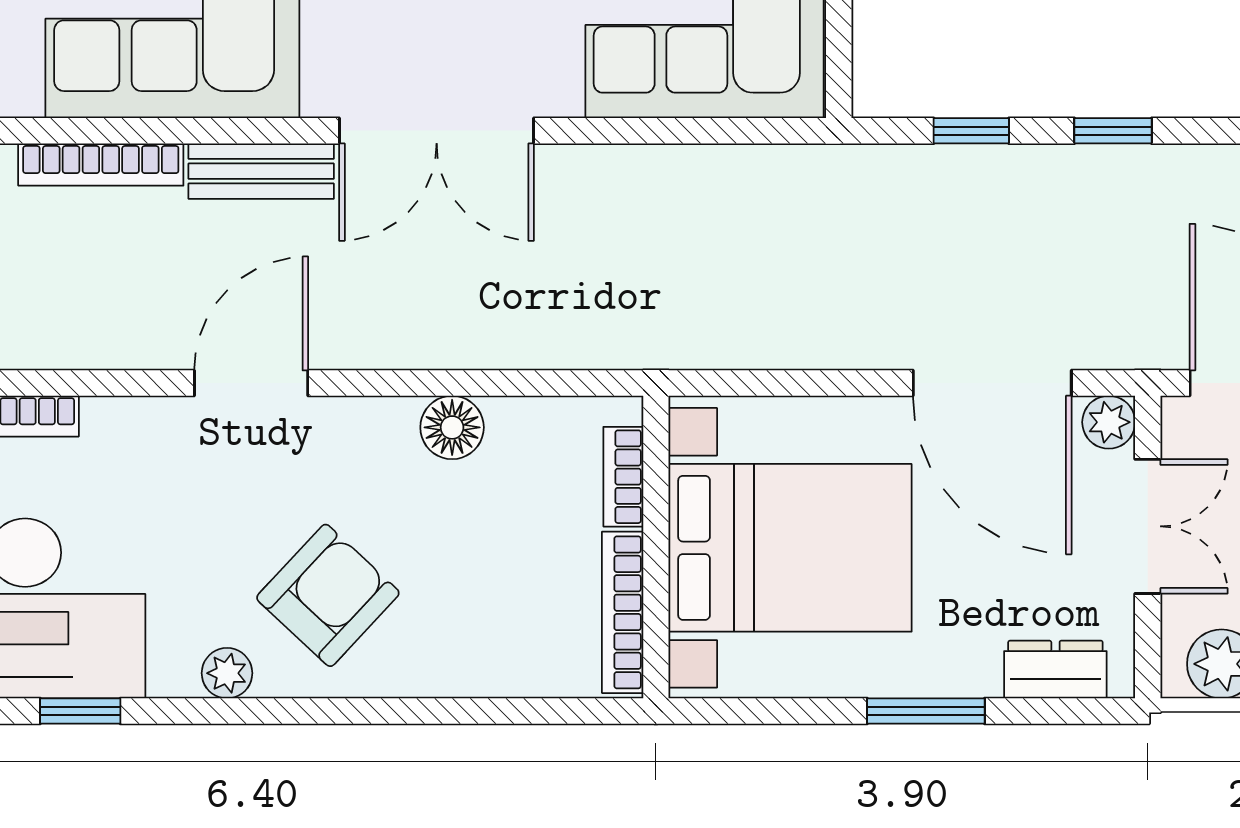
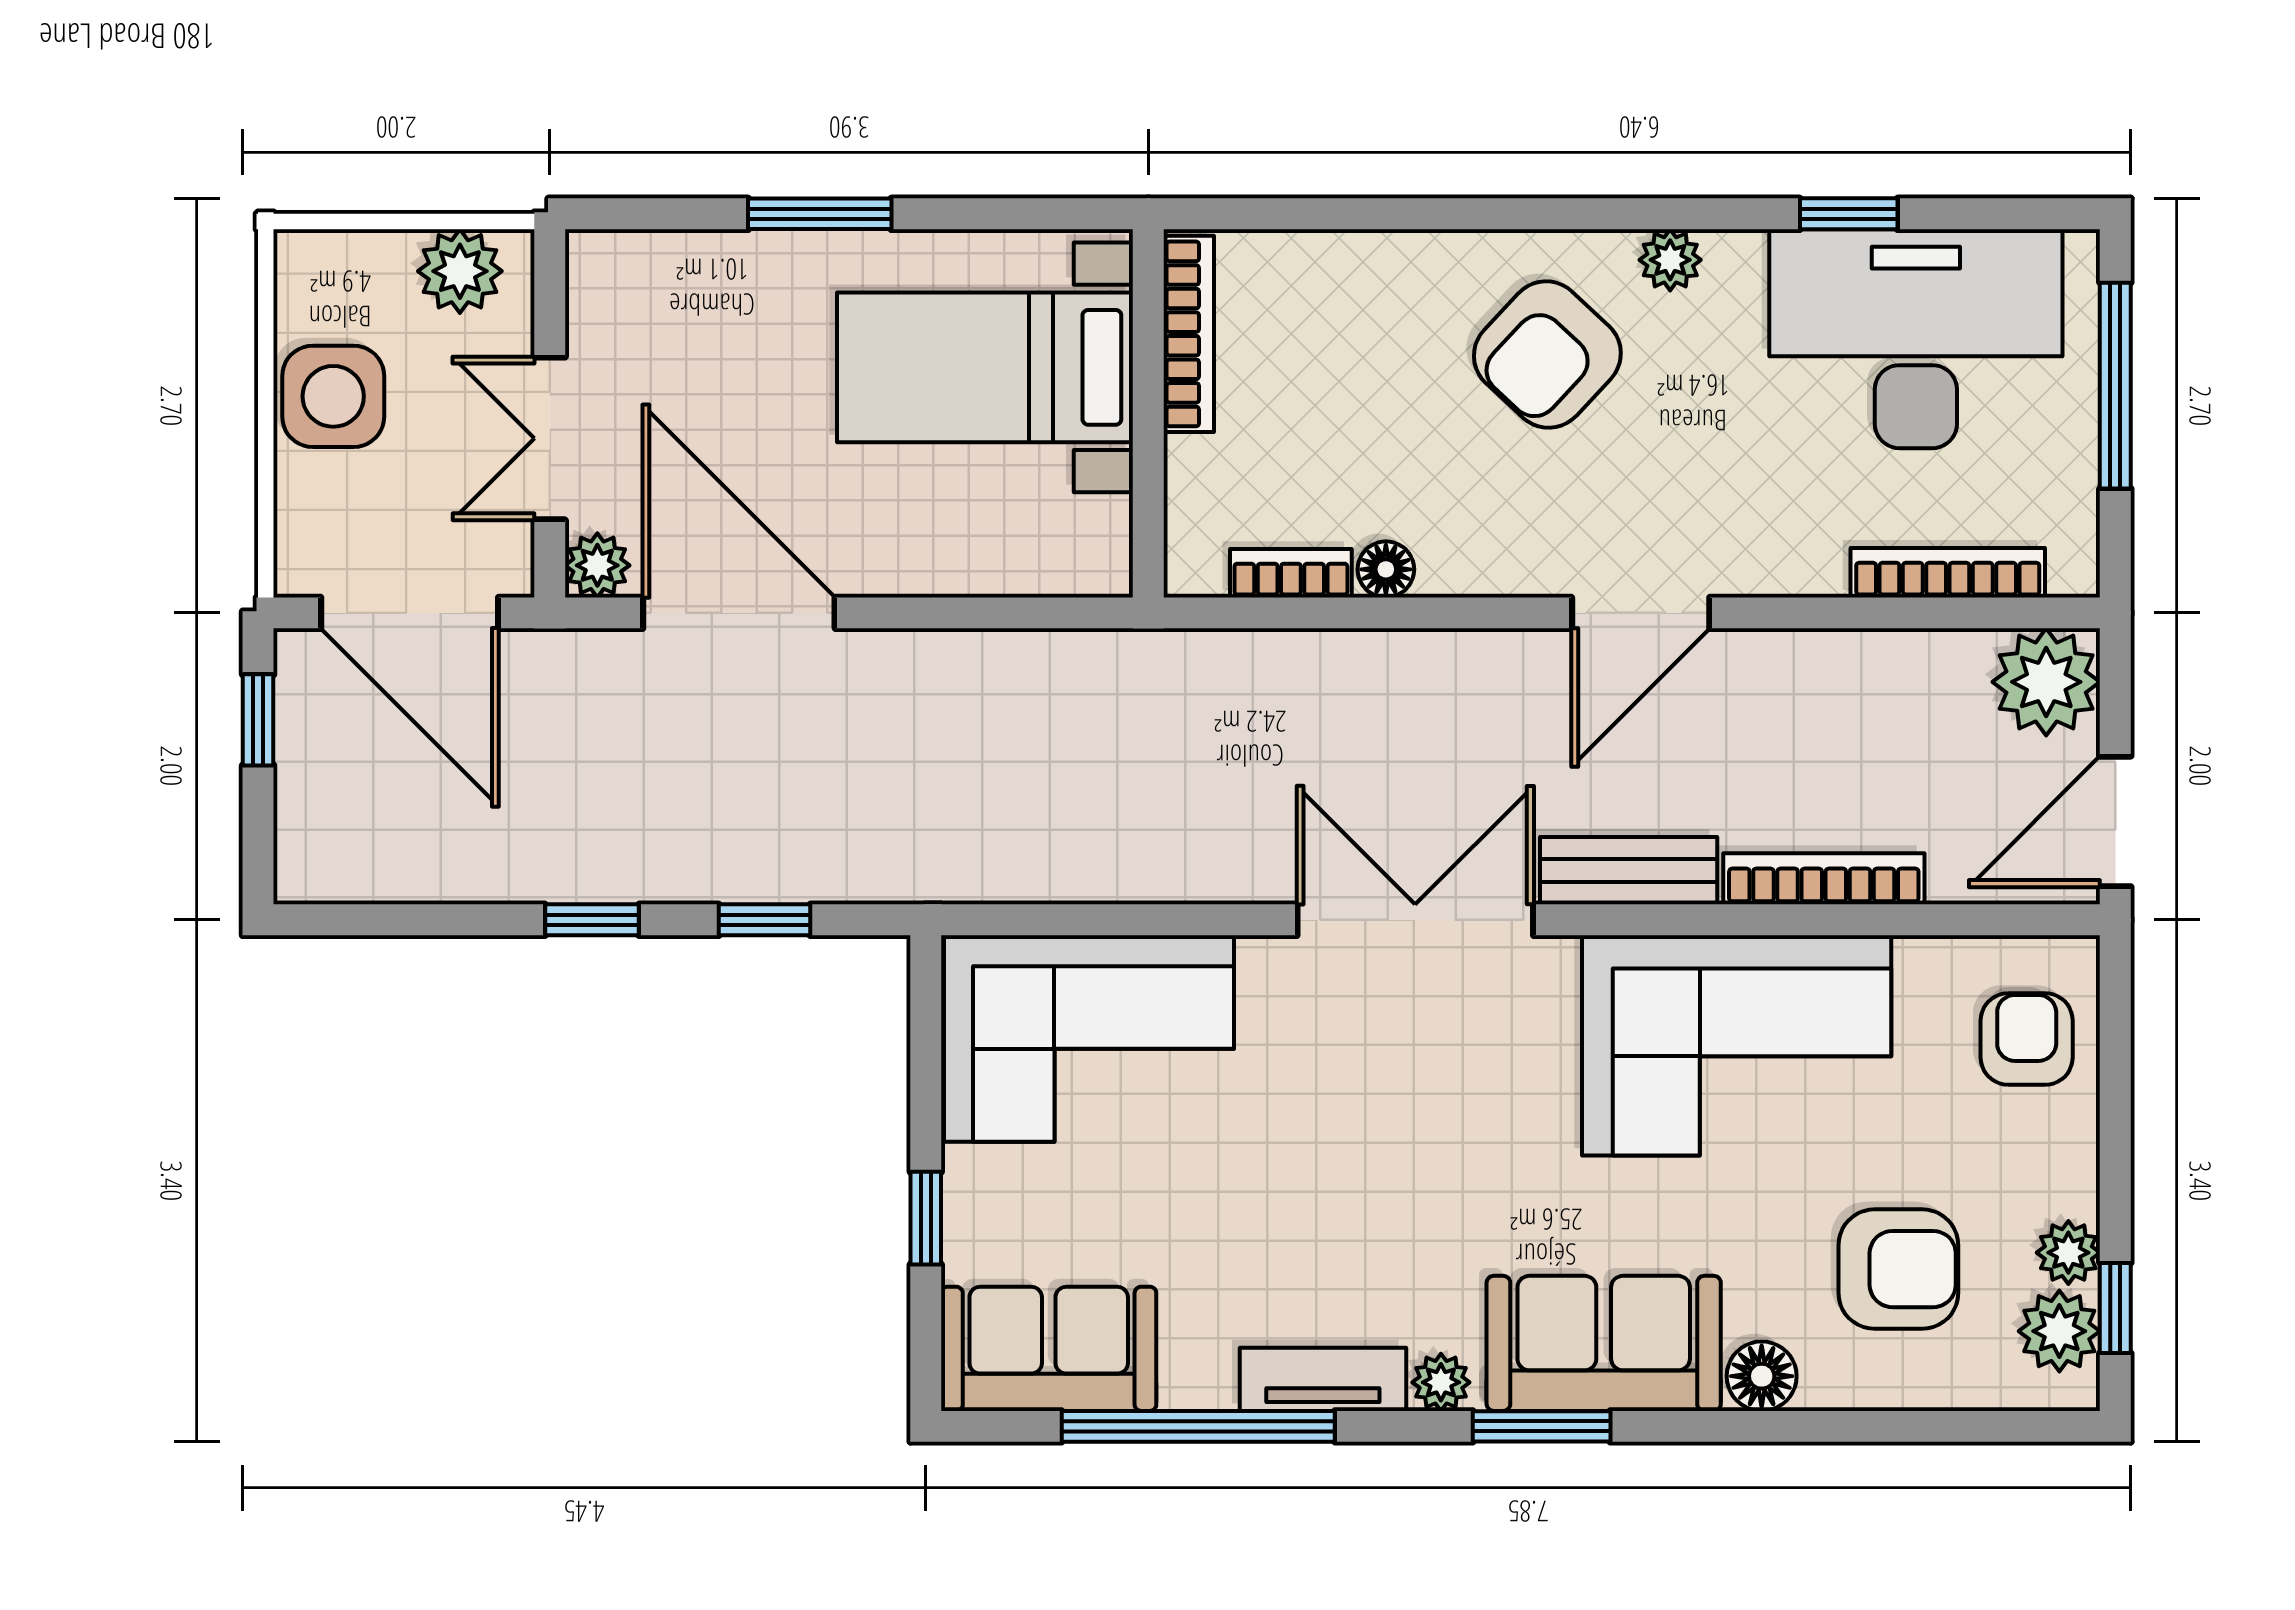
floor lamp: (452, 427) -> (1386, 569), width x0.73, depth x0.73
bookcase: (623, 477) -> (1291, 573), moved, turned -90
bed with nightstands: (790, 548) -> (985, 367), width x0.73
dresser: (1055, 670) -> (662, 264), removed

